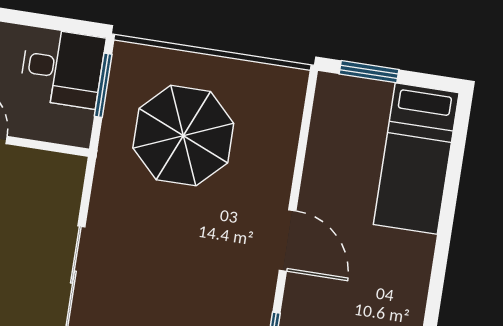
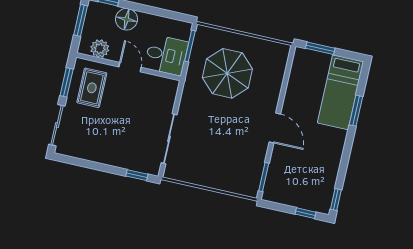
desk: (62, 68) -> (166, 55), moved
window: (450, 194) -> (356, 111), added

